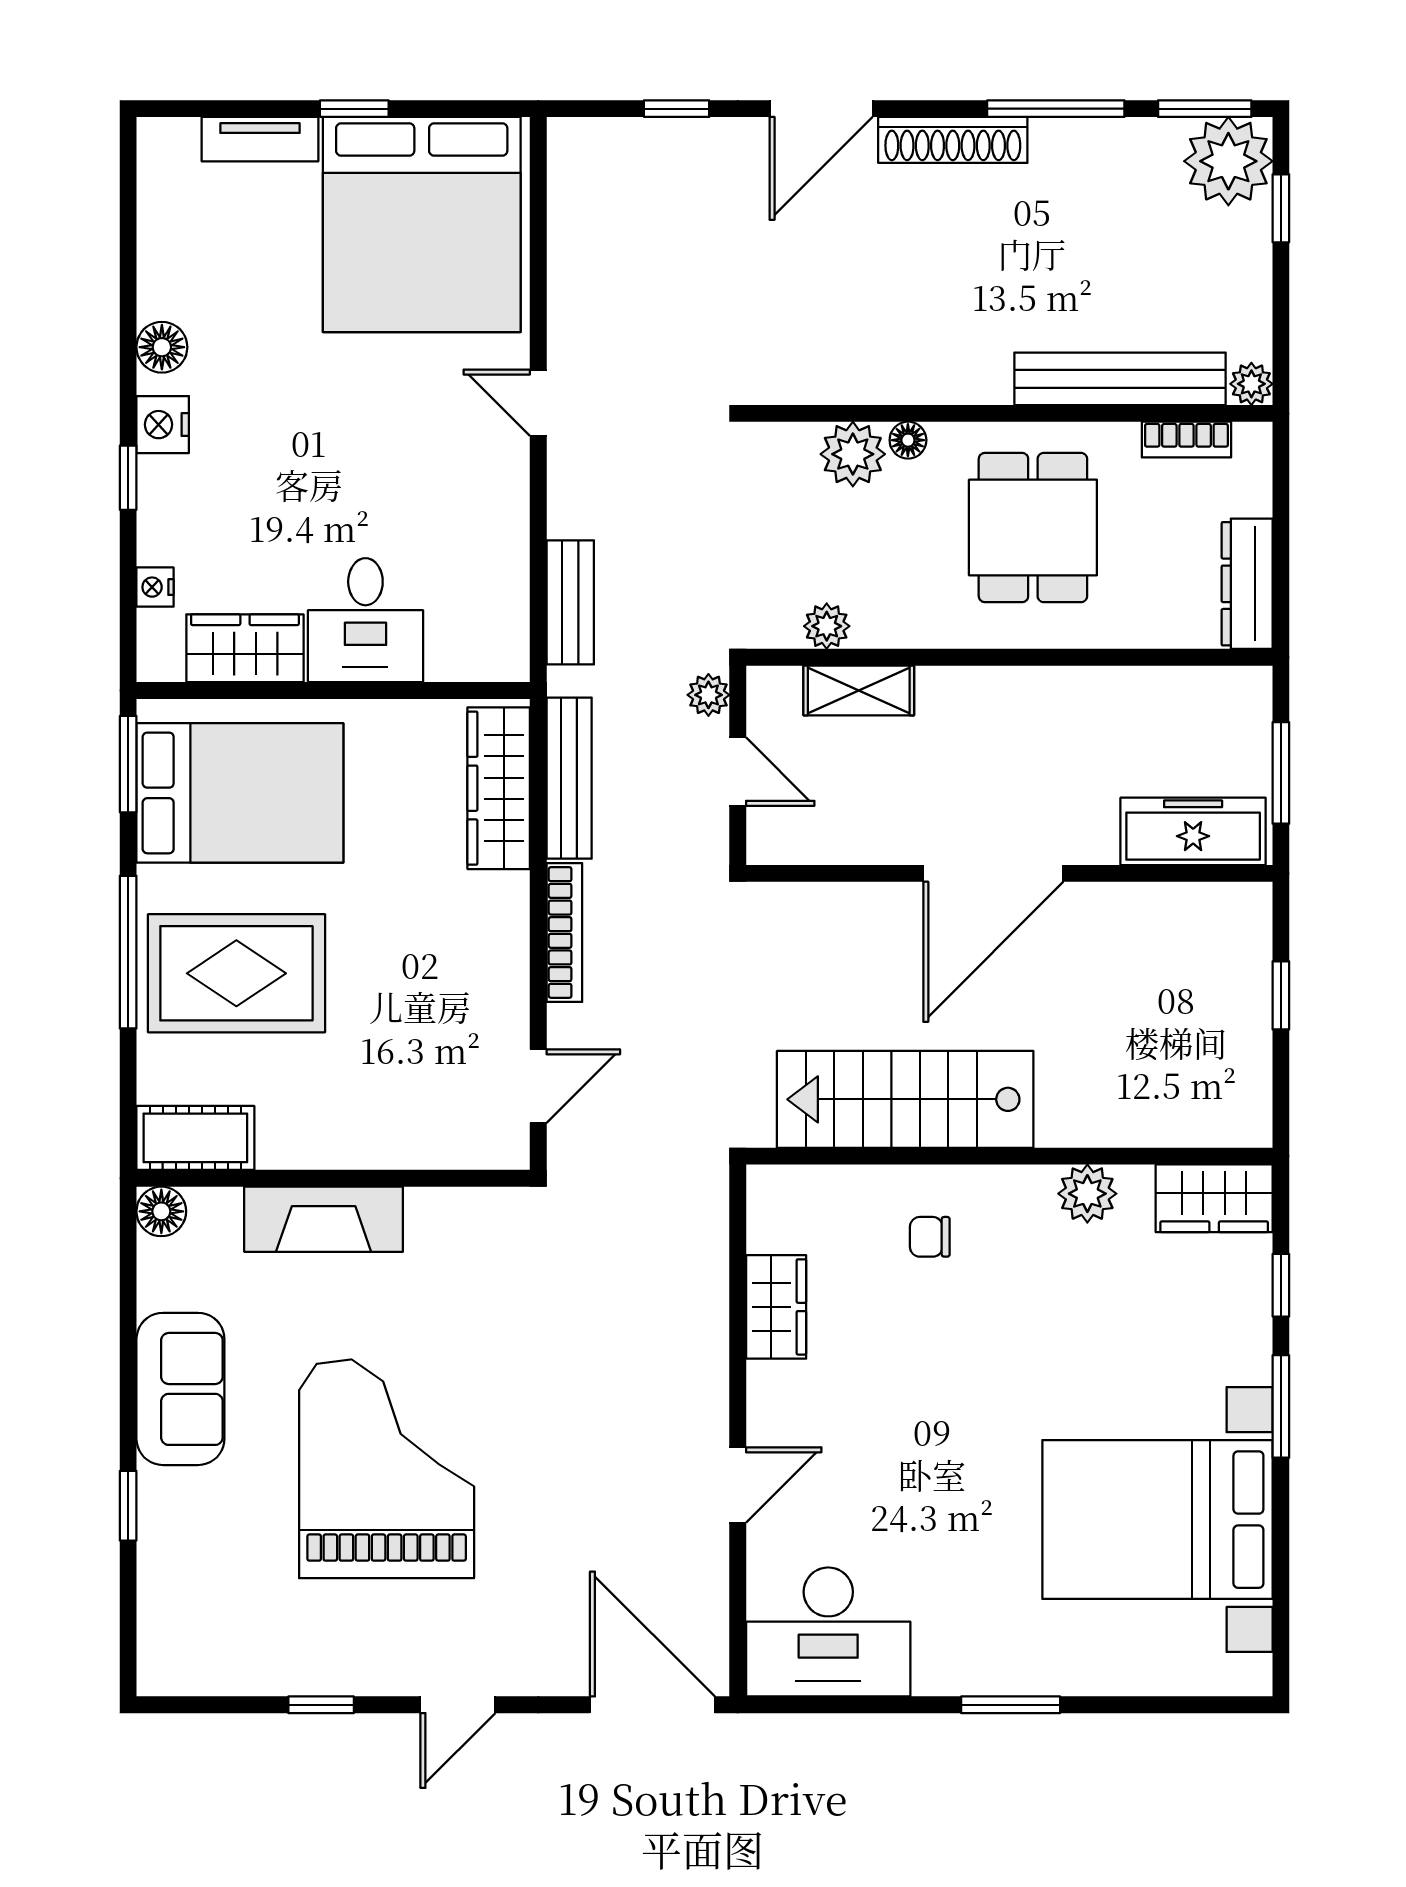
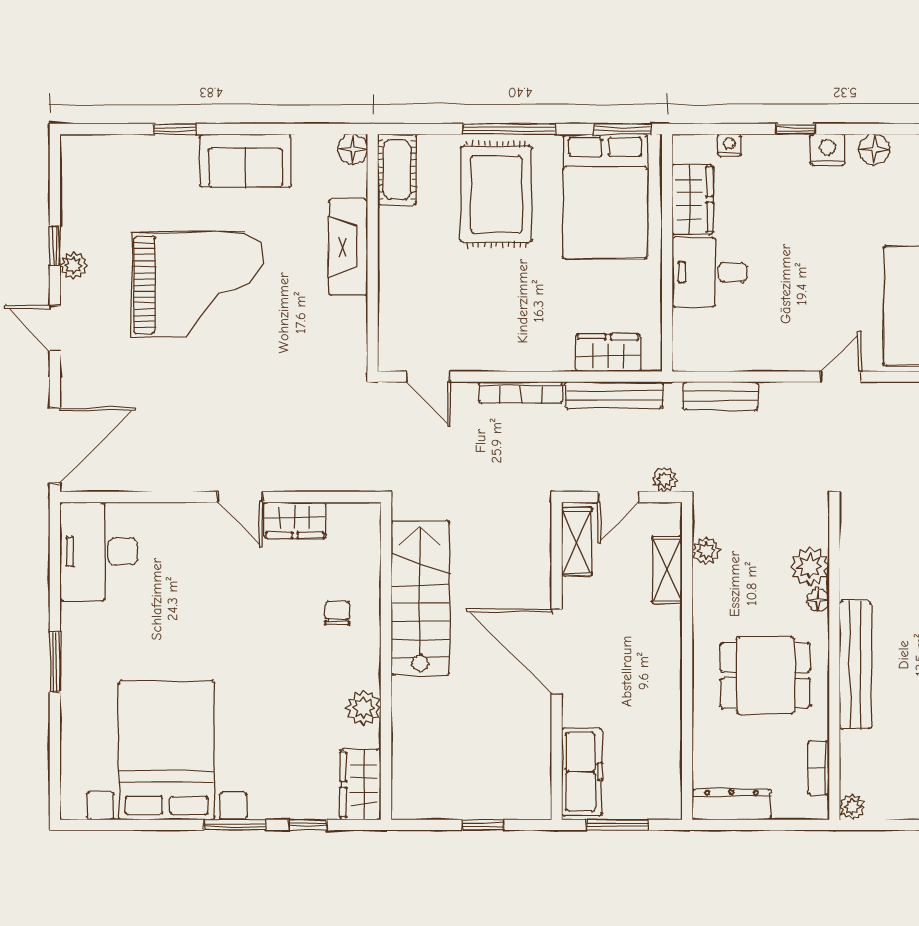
bench: (1120, 379) -> (855, 665), moved
wardrobe: (499, 788) -> (608, 353), width x0.67
shelving: (812, 840) -> (577, 542), added
door: (738, 1485) -> (240, 497), moved
plant: (354, 1674) -> (74, 265), added

